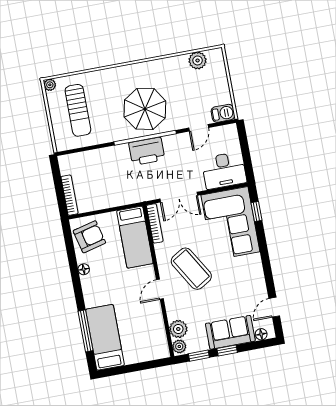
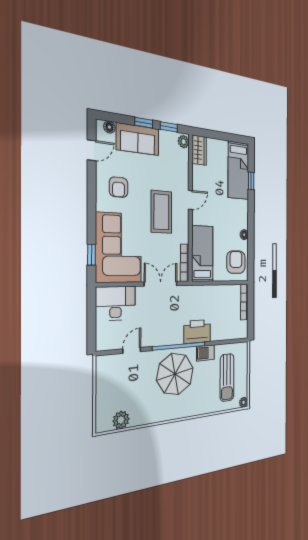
sun lounger: (78, 110) -> (227, 378), turned 180
barbecue: (223, 113) -> (205, 353), moved
printer: (147, 151) -> (197, 332), moved
armchair: (89, 237) -> (236, 262), turned 104
coffee table: (191, 269) -> (161, 212), turned 31
armchair: (241, 281) -> (119, 187), added
plant: (178, 329) -> (182, 158), removed
window: (85, 331) -> (251, 181), width x0.46
wardrobe: (159, 344) -> (199, 150), added

